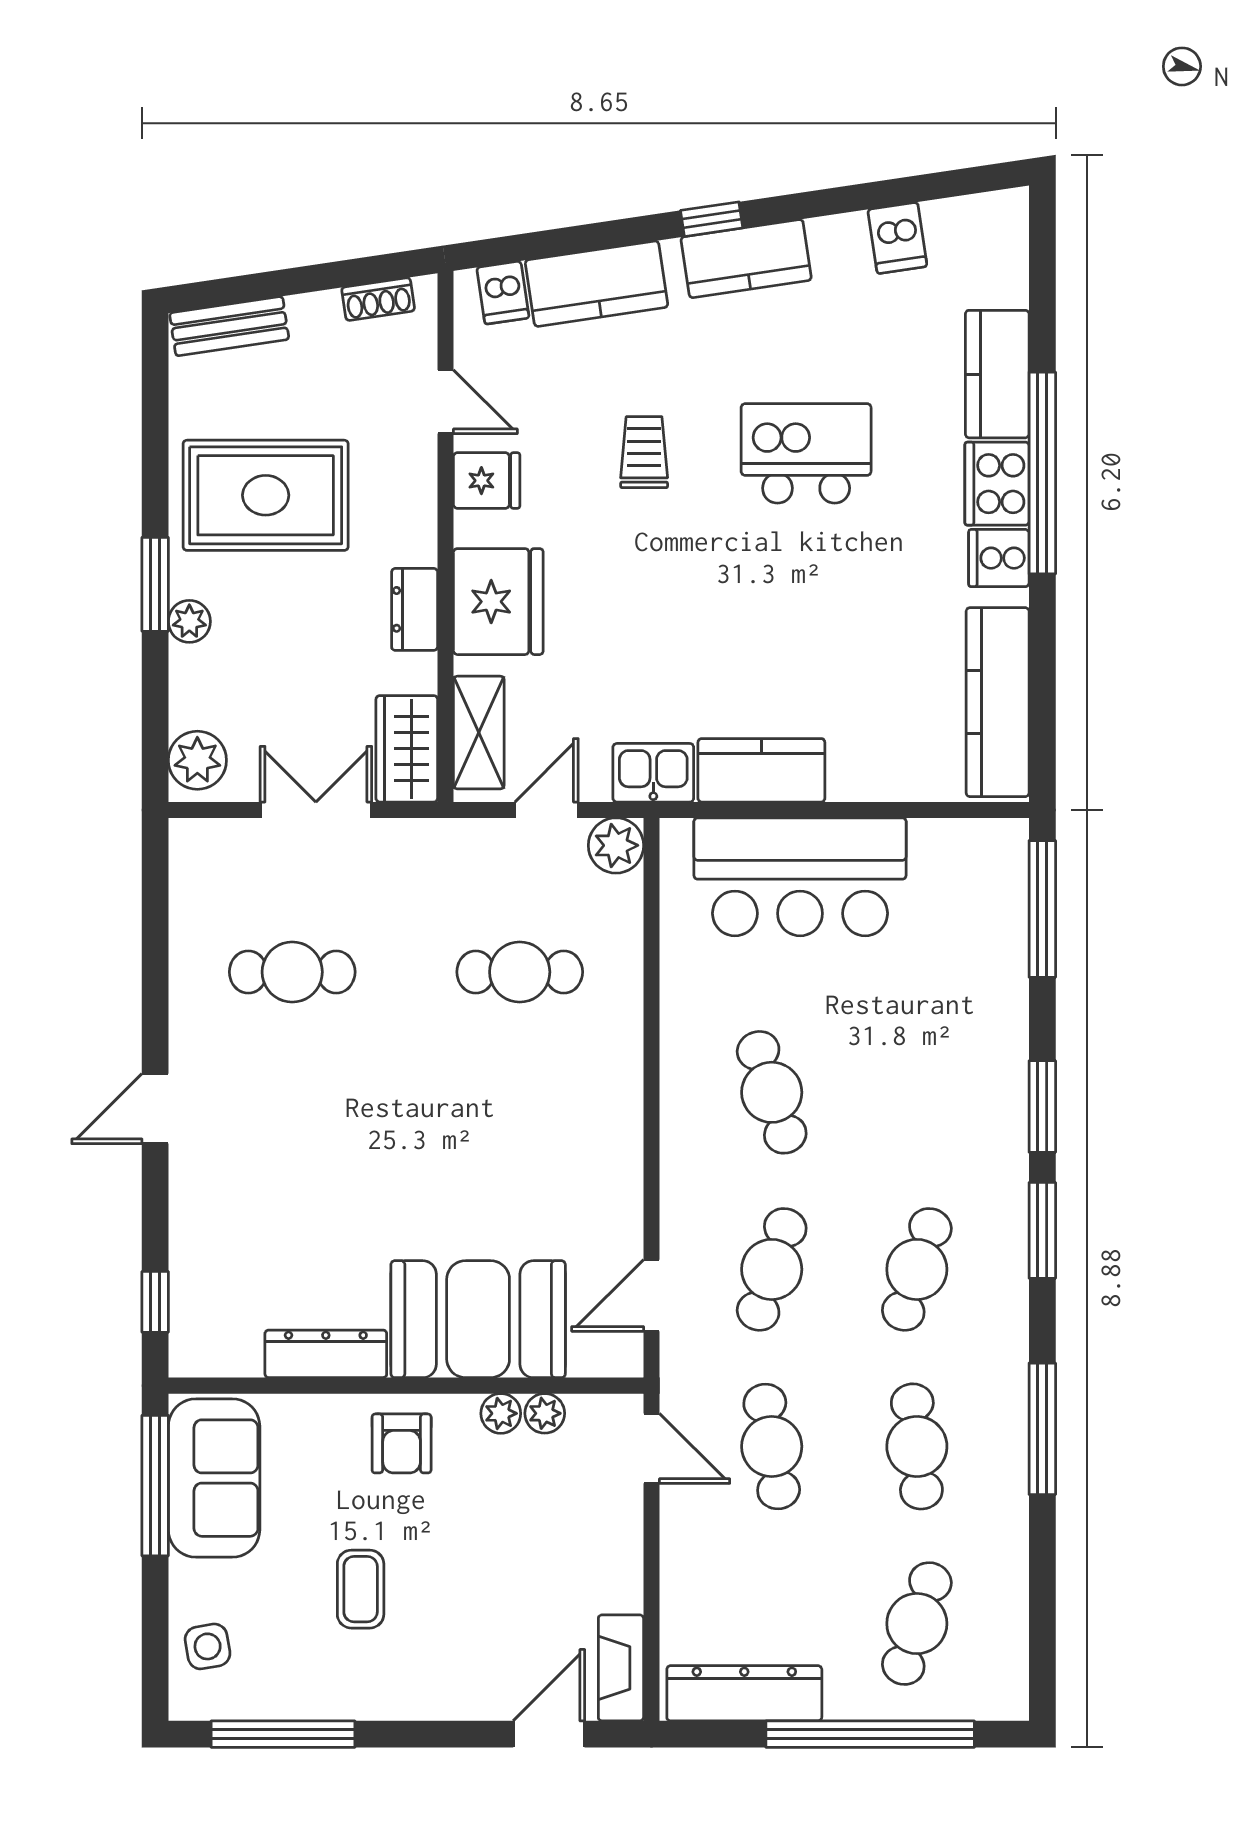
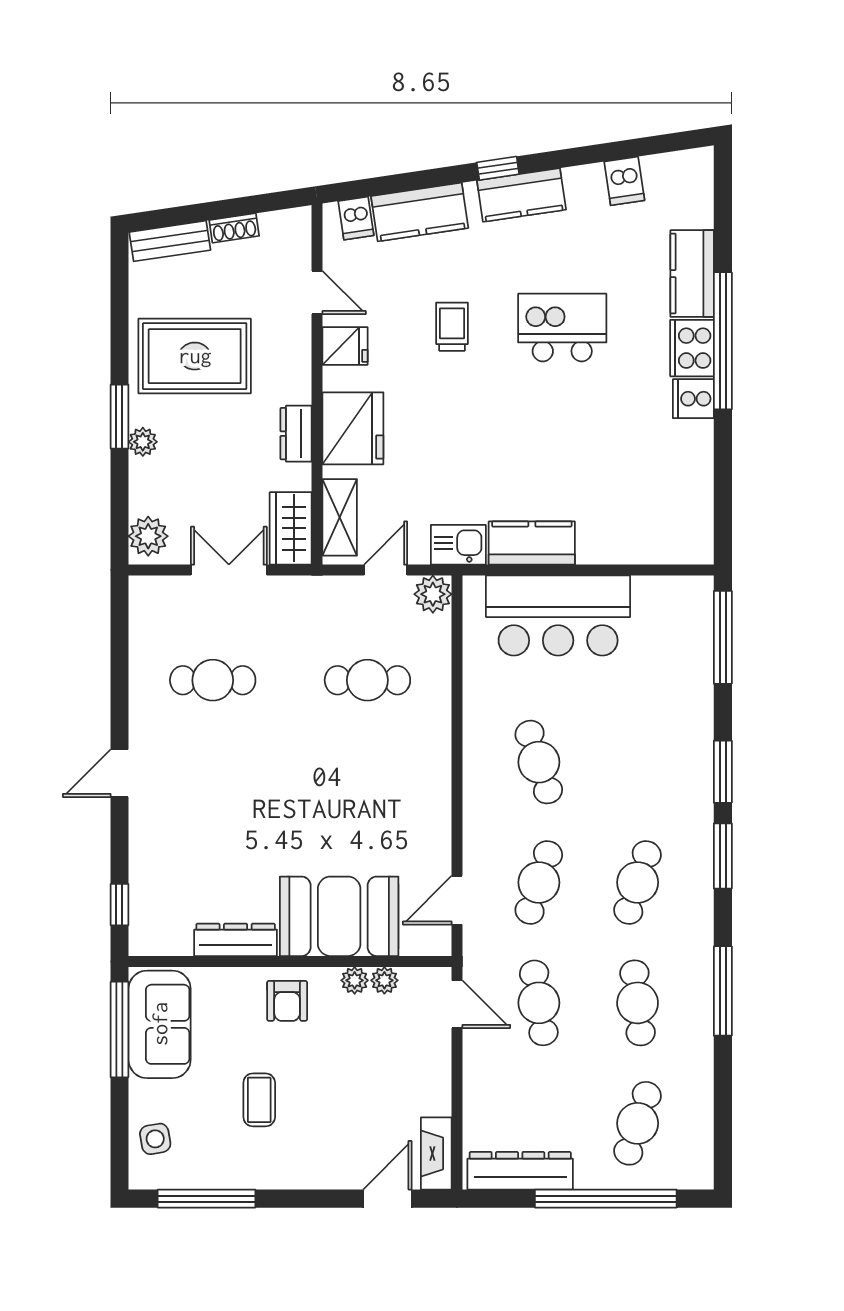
shoe rack: (378, 299) -> (234, 228), moved
kitchen counter: (998, 702) -> (692, 497), removed

